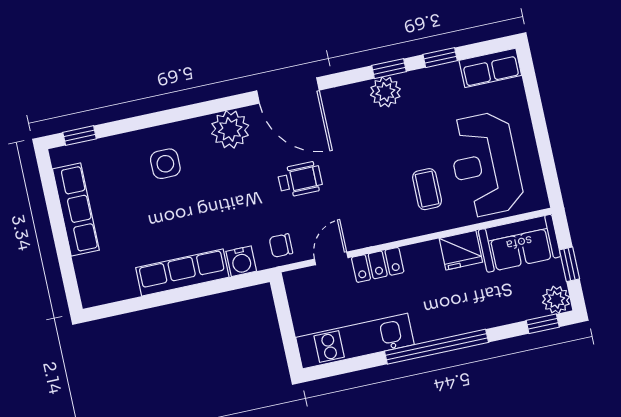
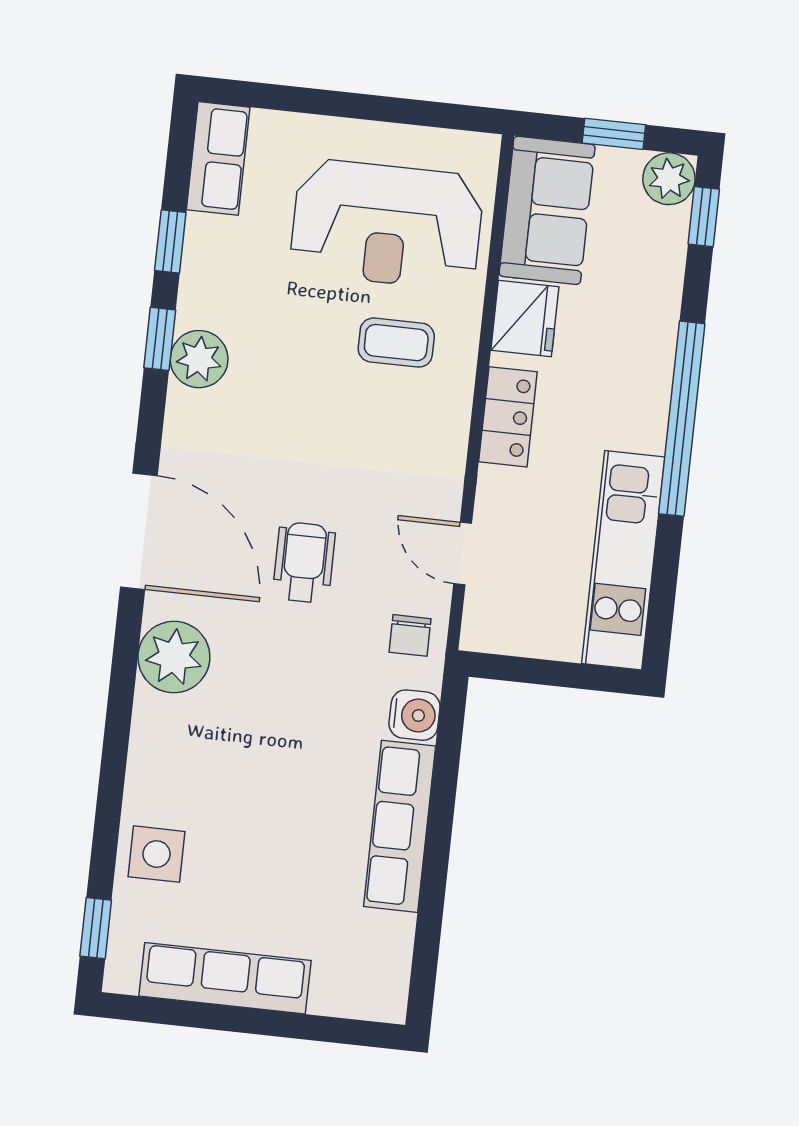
door: (288, 90) -> (139, 531), hinge flipped
side table: (165, 164) -> (157, 854), moved
locker: (378, 265) -> (508, 417), moved

